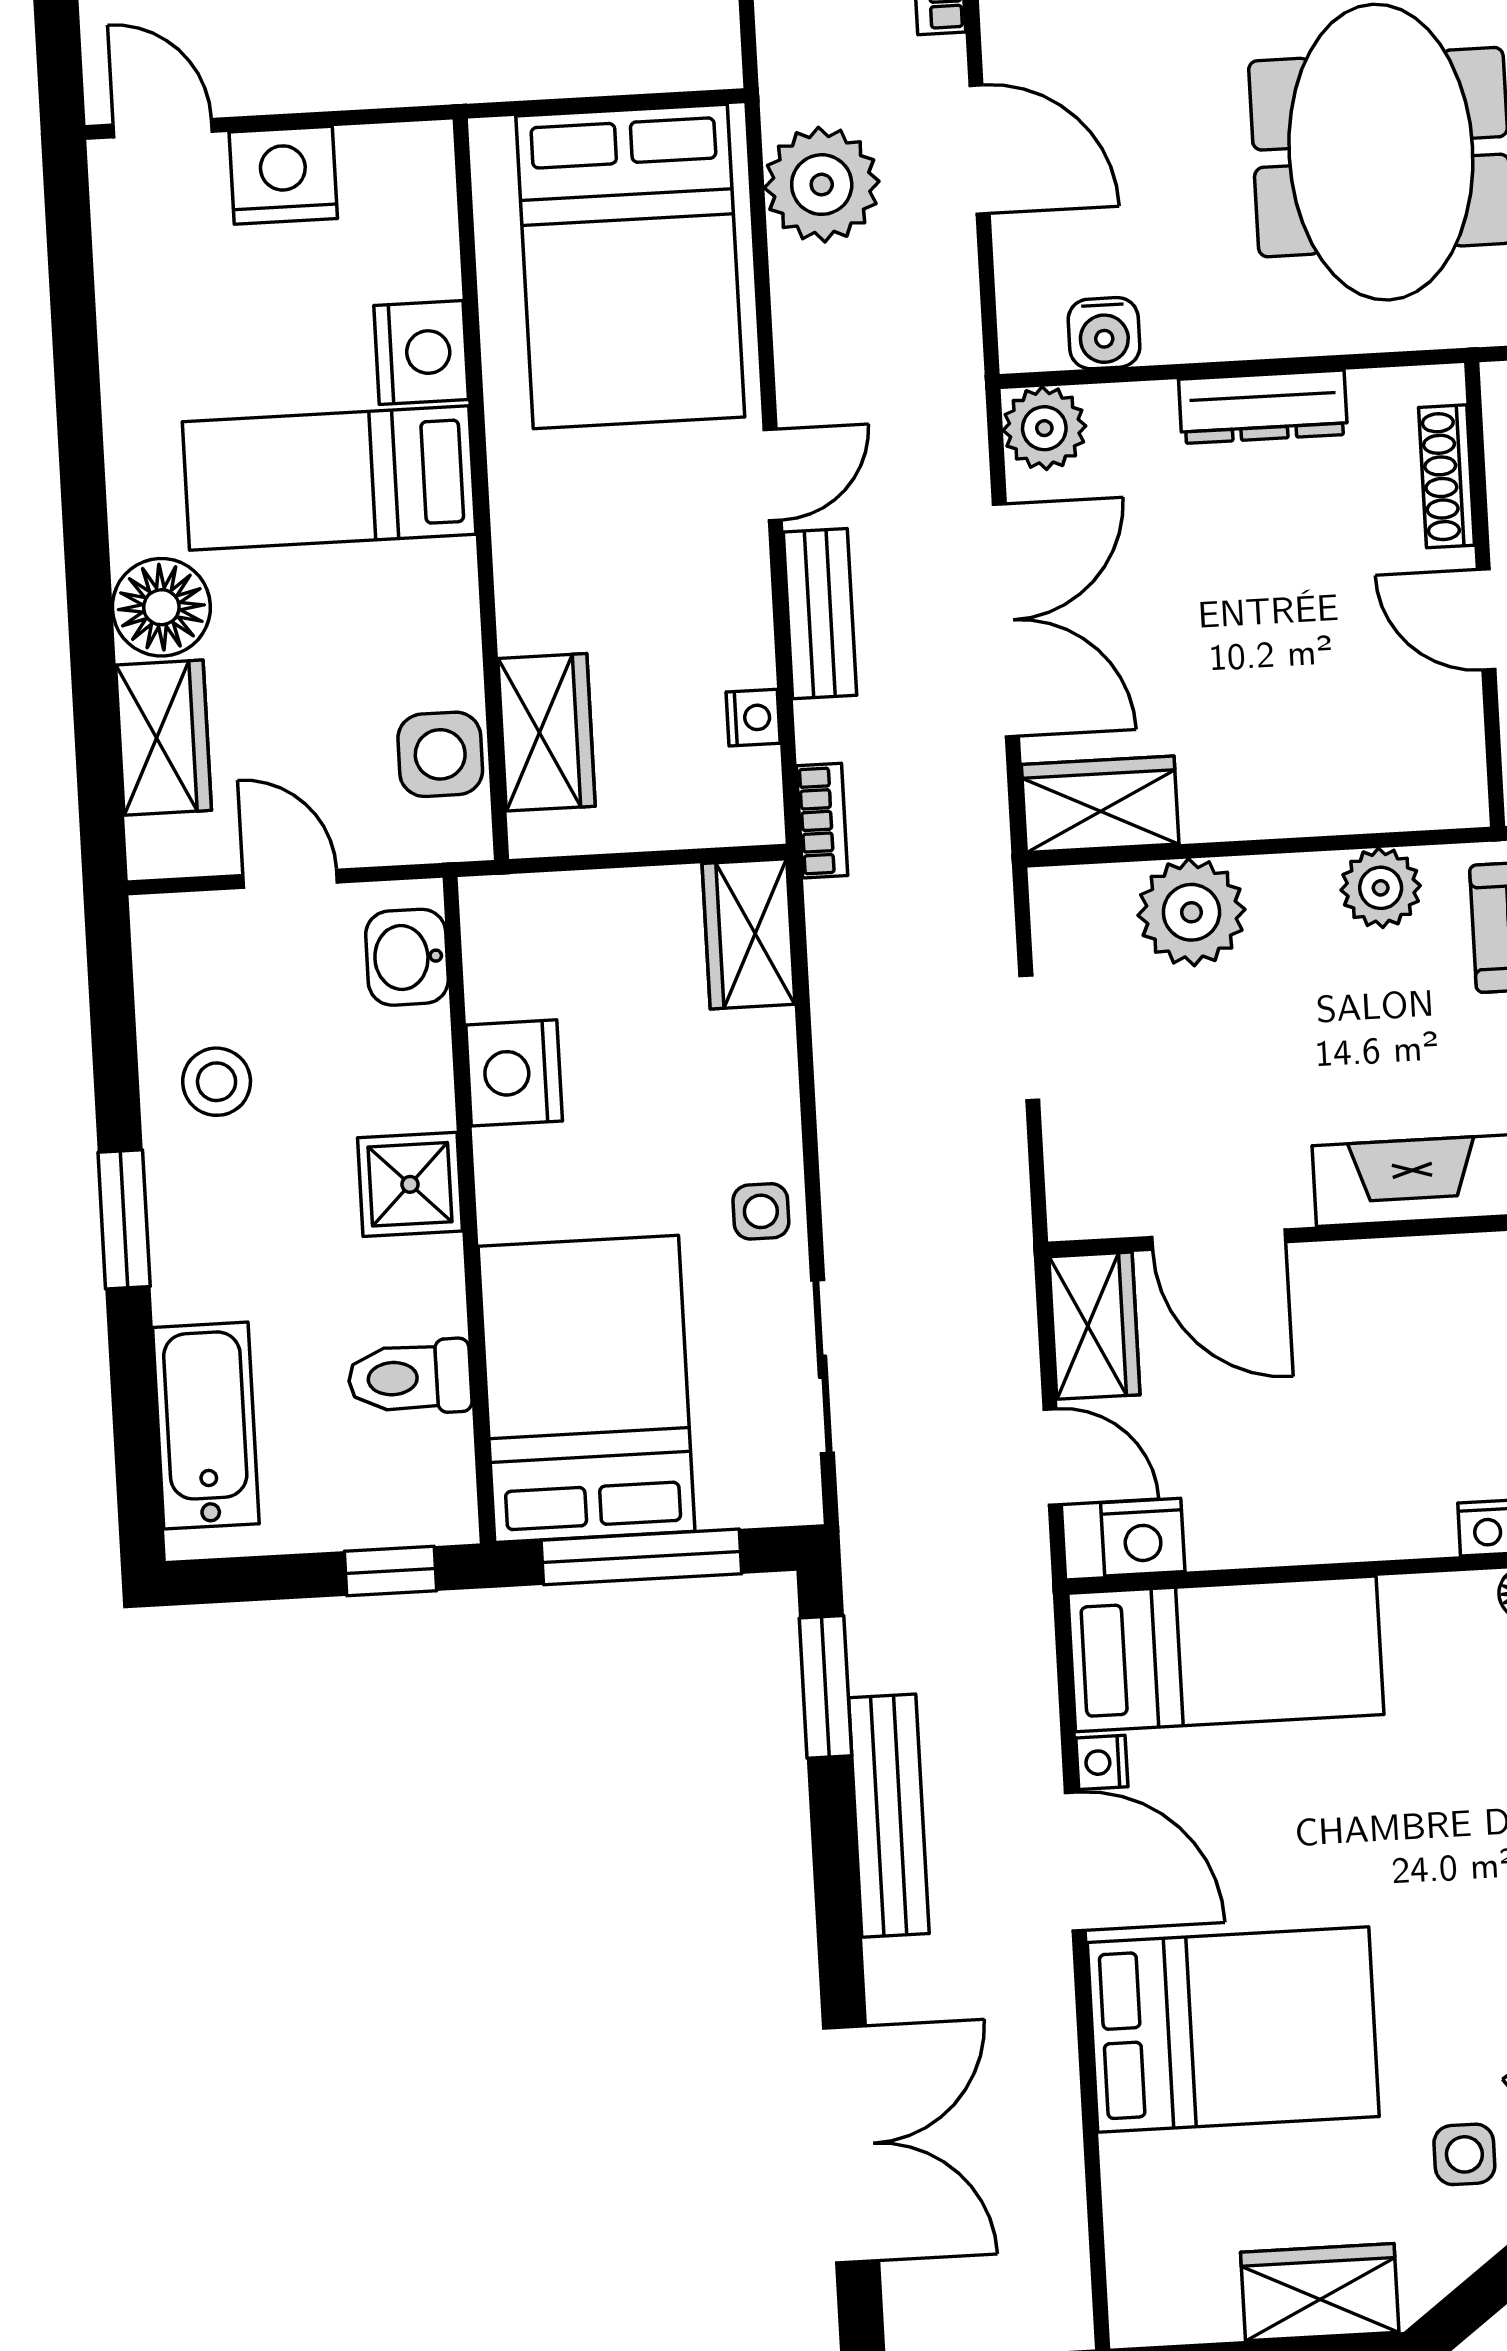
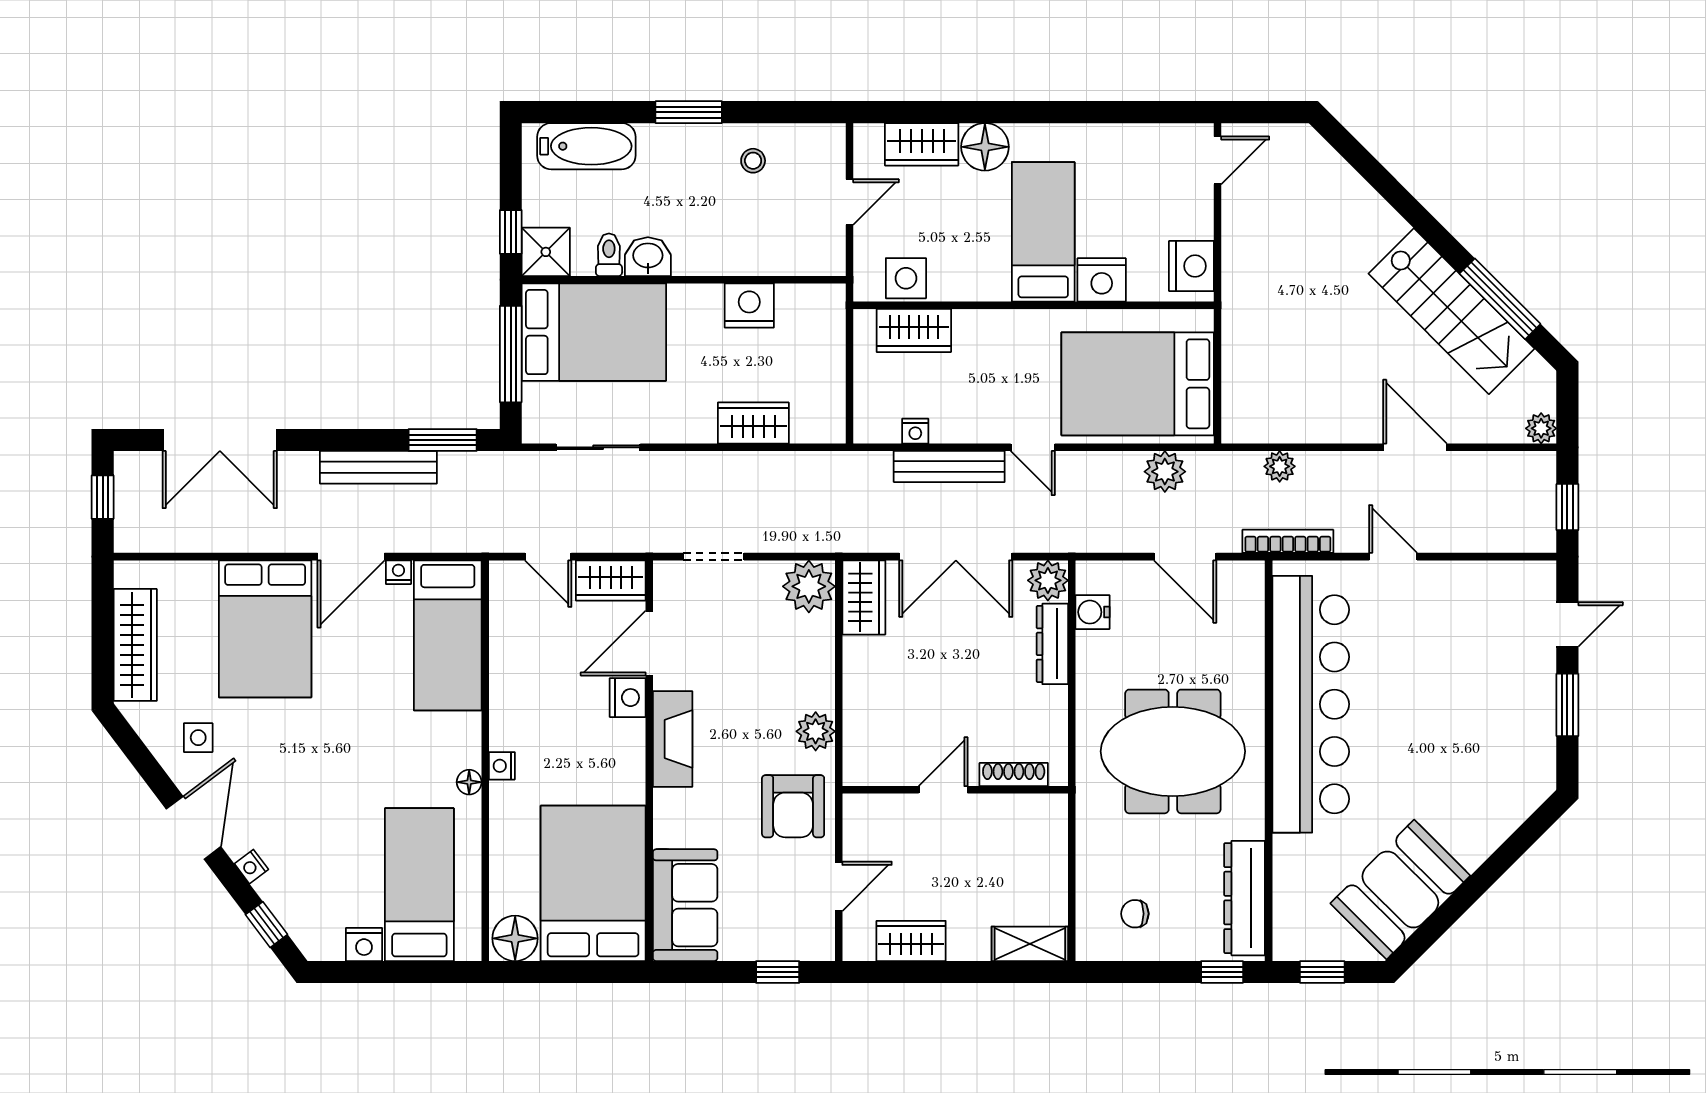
door: (980, 149) -> (1185, 557), hinge flipped
nightstand: (283, 175) -> (1191, 266), moved
plant: (822, 185) -> (1165, 472), width x0.73, depth x0.73
dresser: (1263, 407) -> (1052, 644), moved
bench: (820, 614) -> (949, 466), width x1.36
bookcase: (822, 821) -> (863, 462), removed
plant: (1191, 912) -> (809, 586), moved
wardrobe: (748, 934) -> (753, 423), moved
washbasin: (407, 957) -> (648, 257), moved
doorway: (1029, 1038) -> (714, 557), moved
stool: (217, 1082) -> (753, 161), width x0.73, depth x0.73
shower: (410, 1184) -> (546, 252), moved
side table: (761, 1211) -> (675, 422), removed
toilet: (410, 1378) -> (609, 255), width x0.73, depth x0.72
door: (1053, 1457) -> (548, 557), hinge flipped
nightstand: (1143, 1537) -> (628, 698), moved, turned 180
wardrobe: (1320, 2292) -> (135, 645), width x1.50

